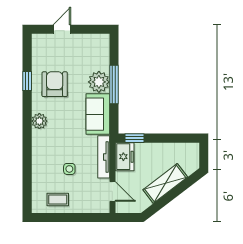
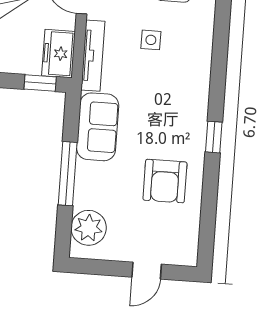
window: (27, 81) -> (214, 137), moved
plant: (99, 82) -> (89, 228), moved
plant: (39, 121) -> (194, 122), removed

